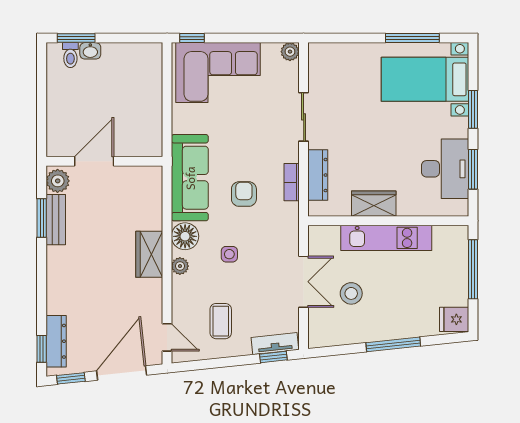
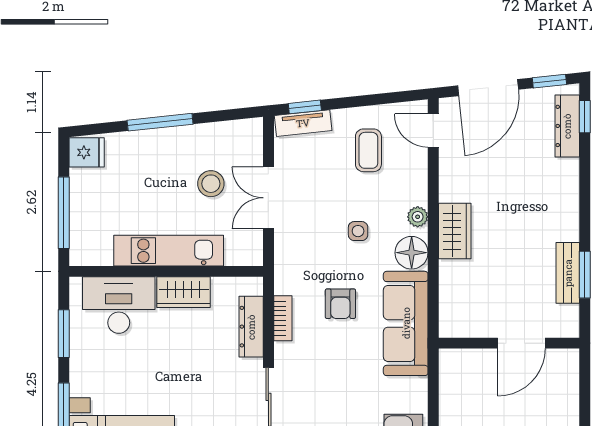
desk: (445, 169) -> (119, 305), moved, turned 90
plant: (58, 181) -> (565, 320), removed

